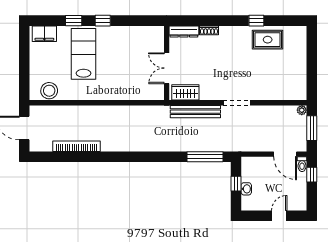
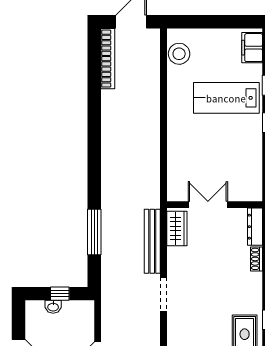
lab bench: (84, 54) -> (226, 98), turned 180
bookcase: (77, 146) -> (108, 59), moved
window: (205, 157) -> (94, 232), moved

